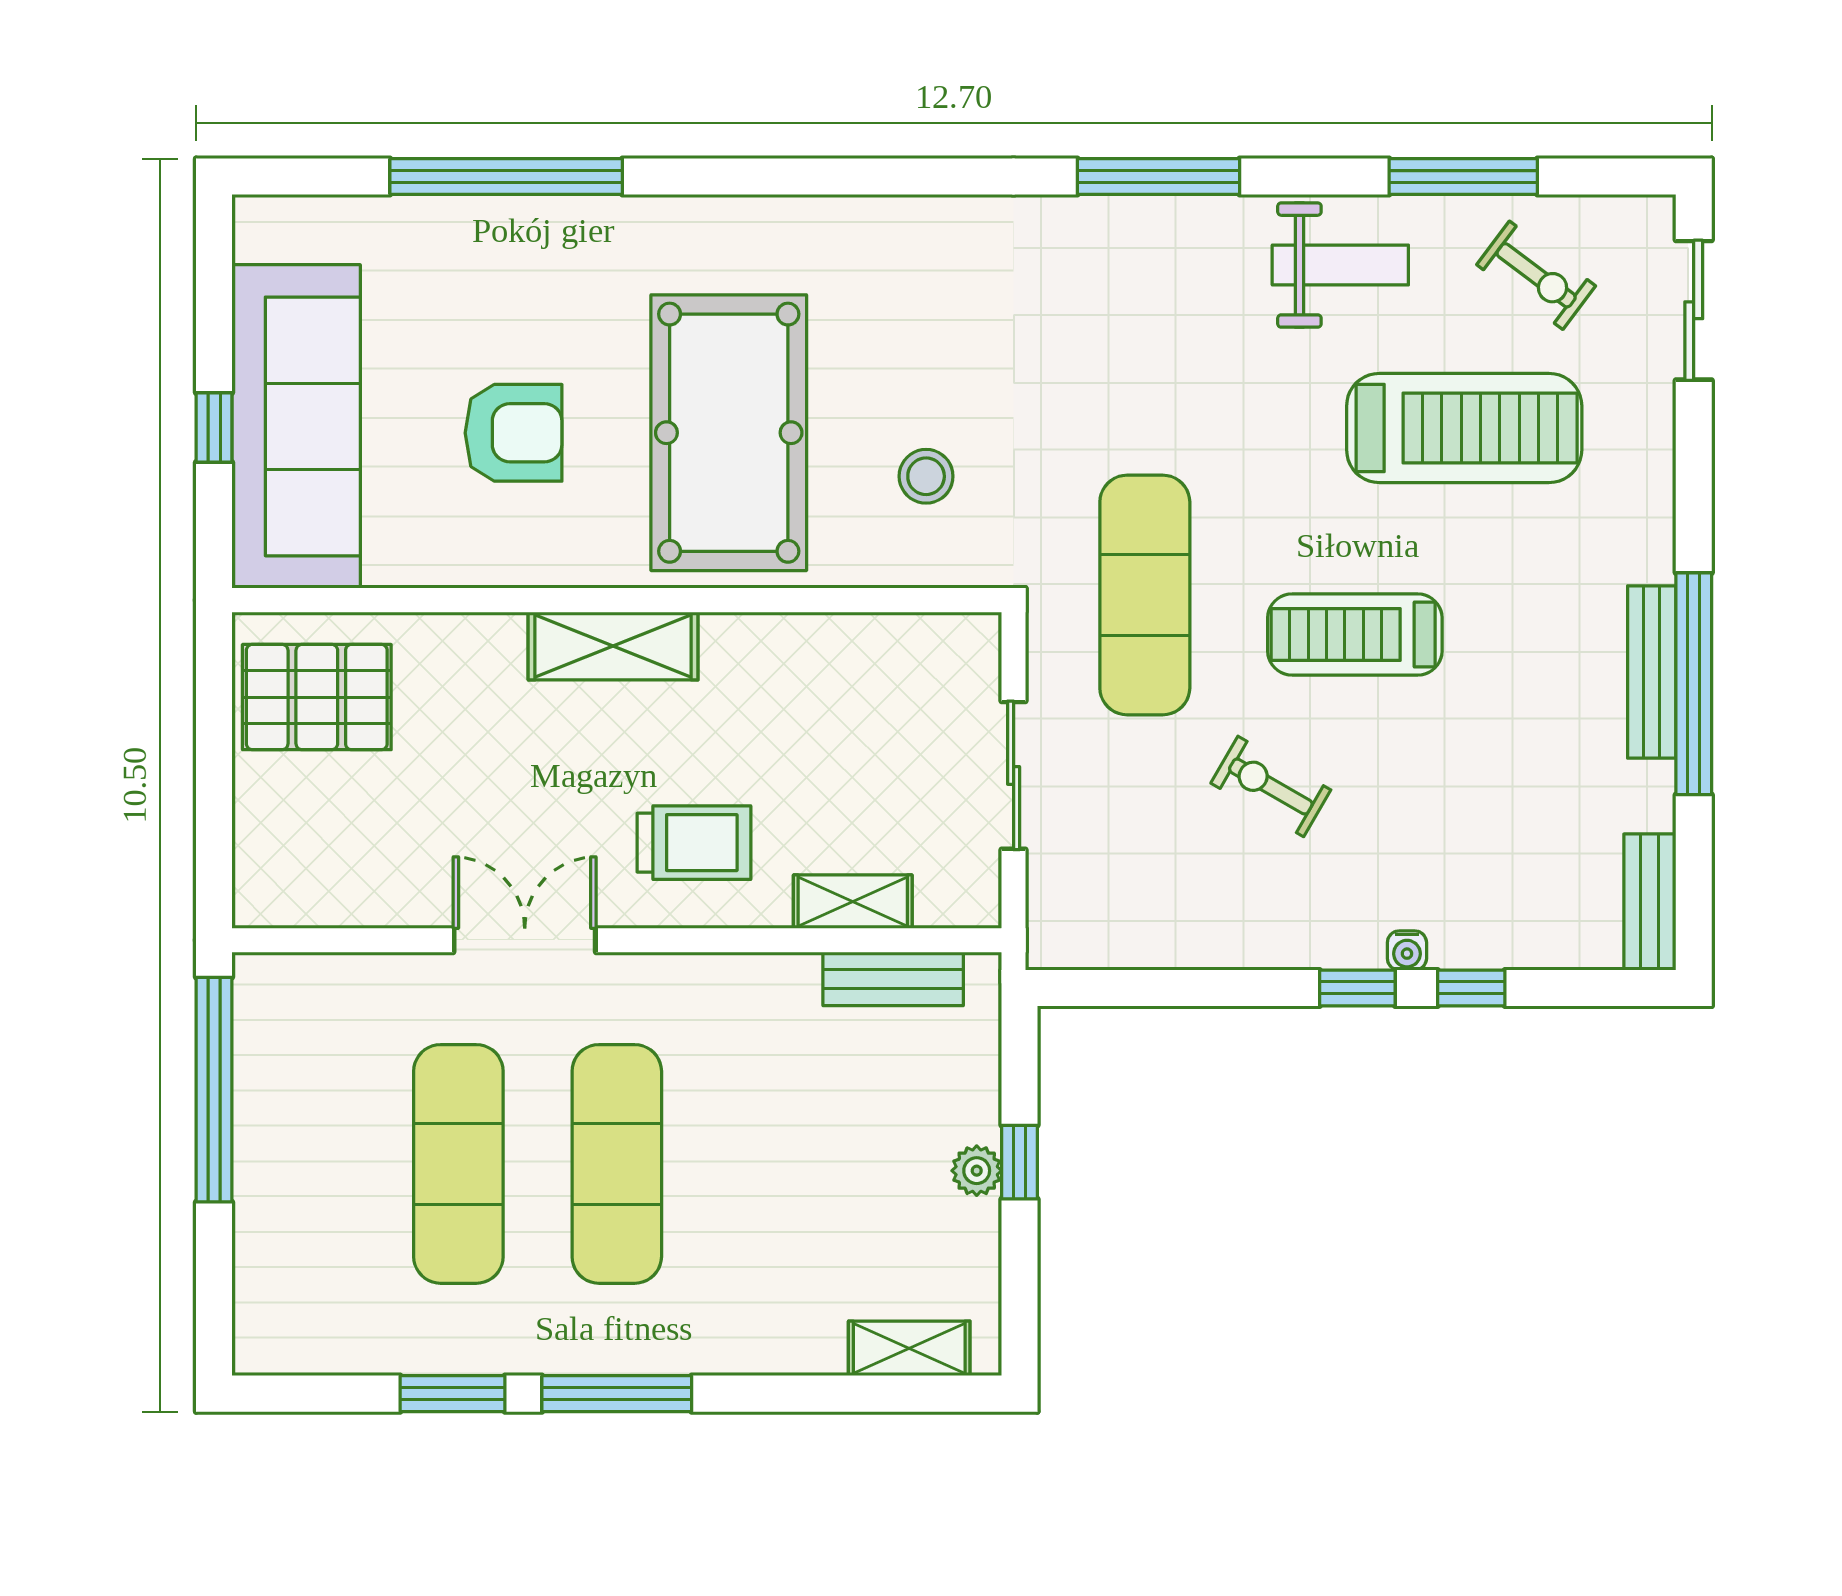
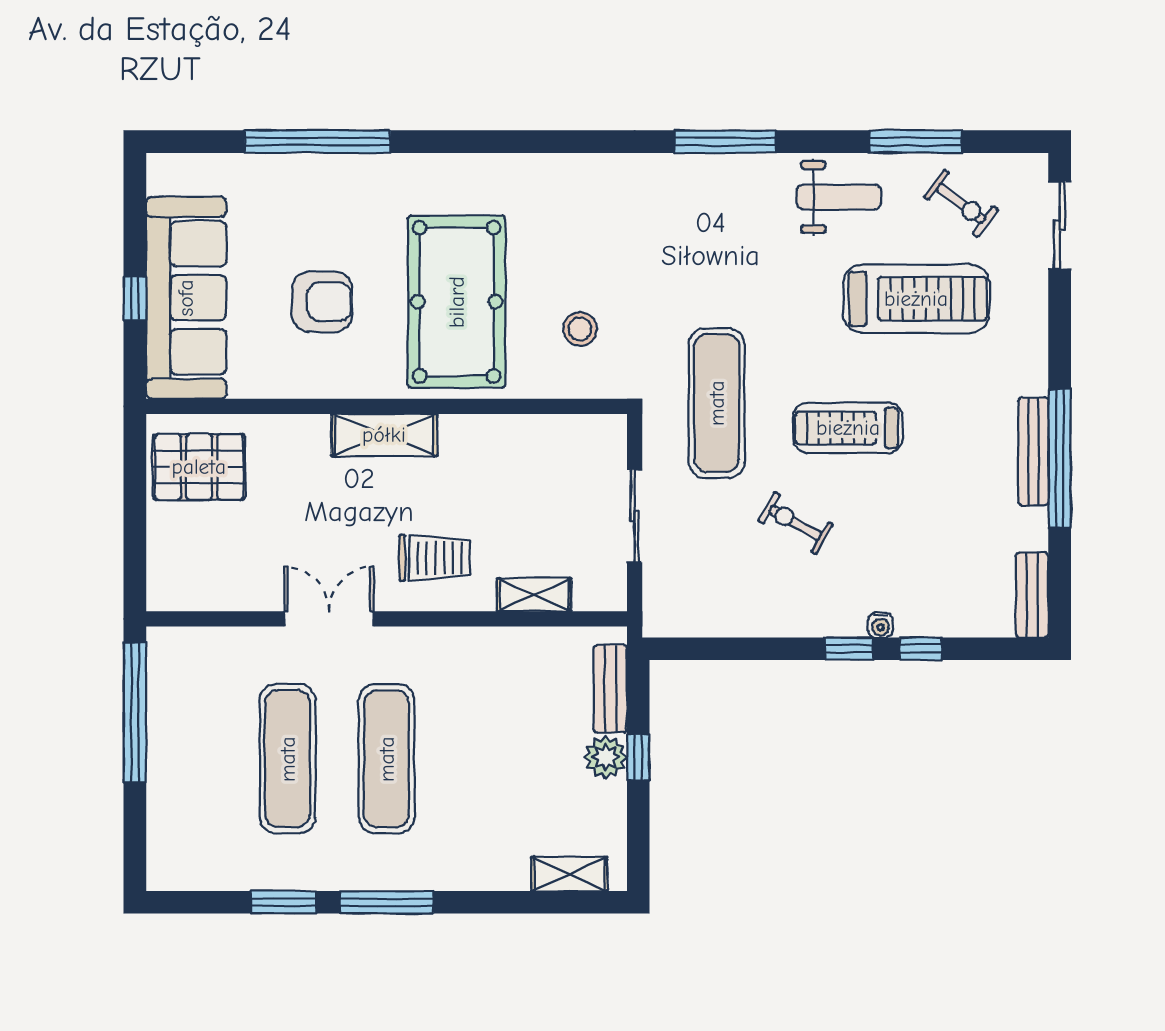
bench: (893, 979) -> (610, 689), moved, turned 90
plant: (977, 1171) -> (606, 757), width x1.38, depth x1.38

